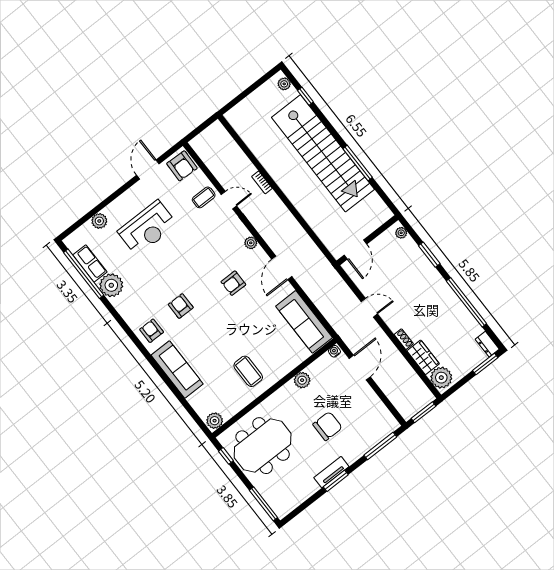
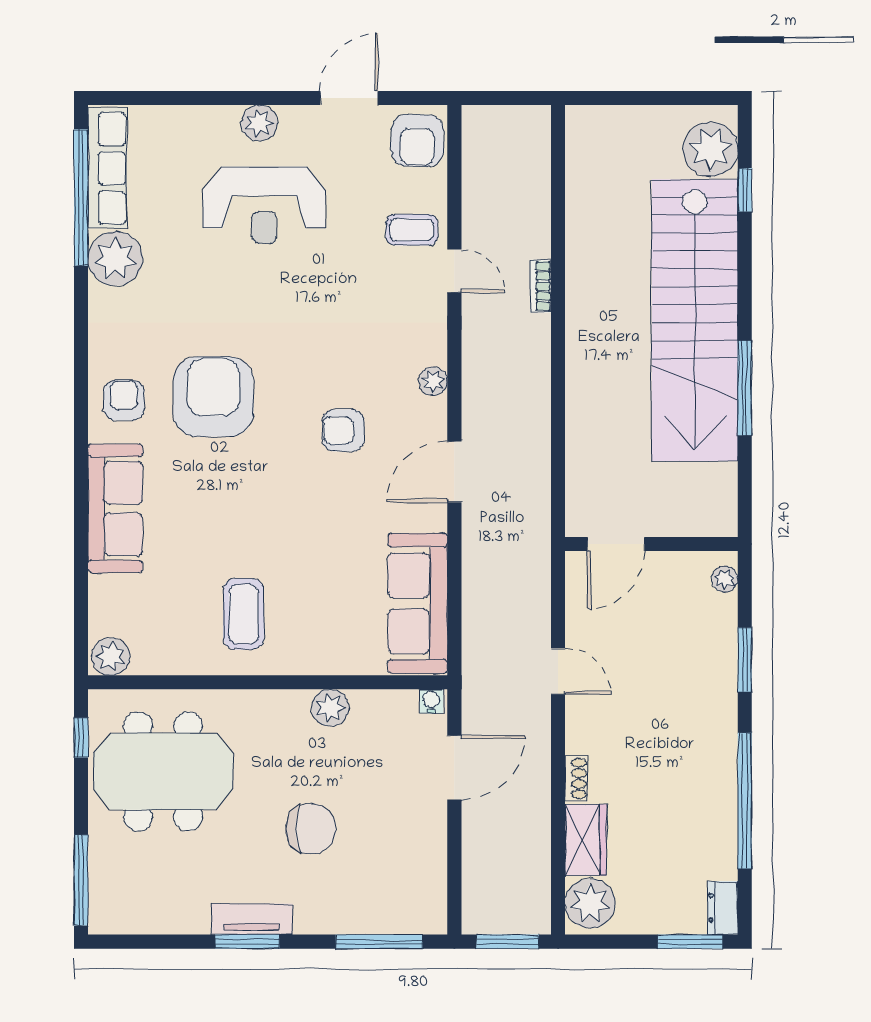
plant: (284, 84) -> (710, 149), width x1.87, depth x1.87
plant: (99, 221) -> (259, 123), moved
row of seats: (90, 263) -> (107, 168), width x1.48
armchair: (181, 306) -> (213, 397), width x1.88, depth x1.88

